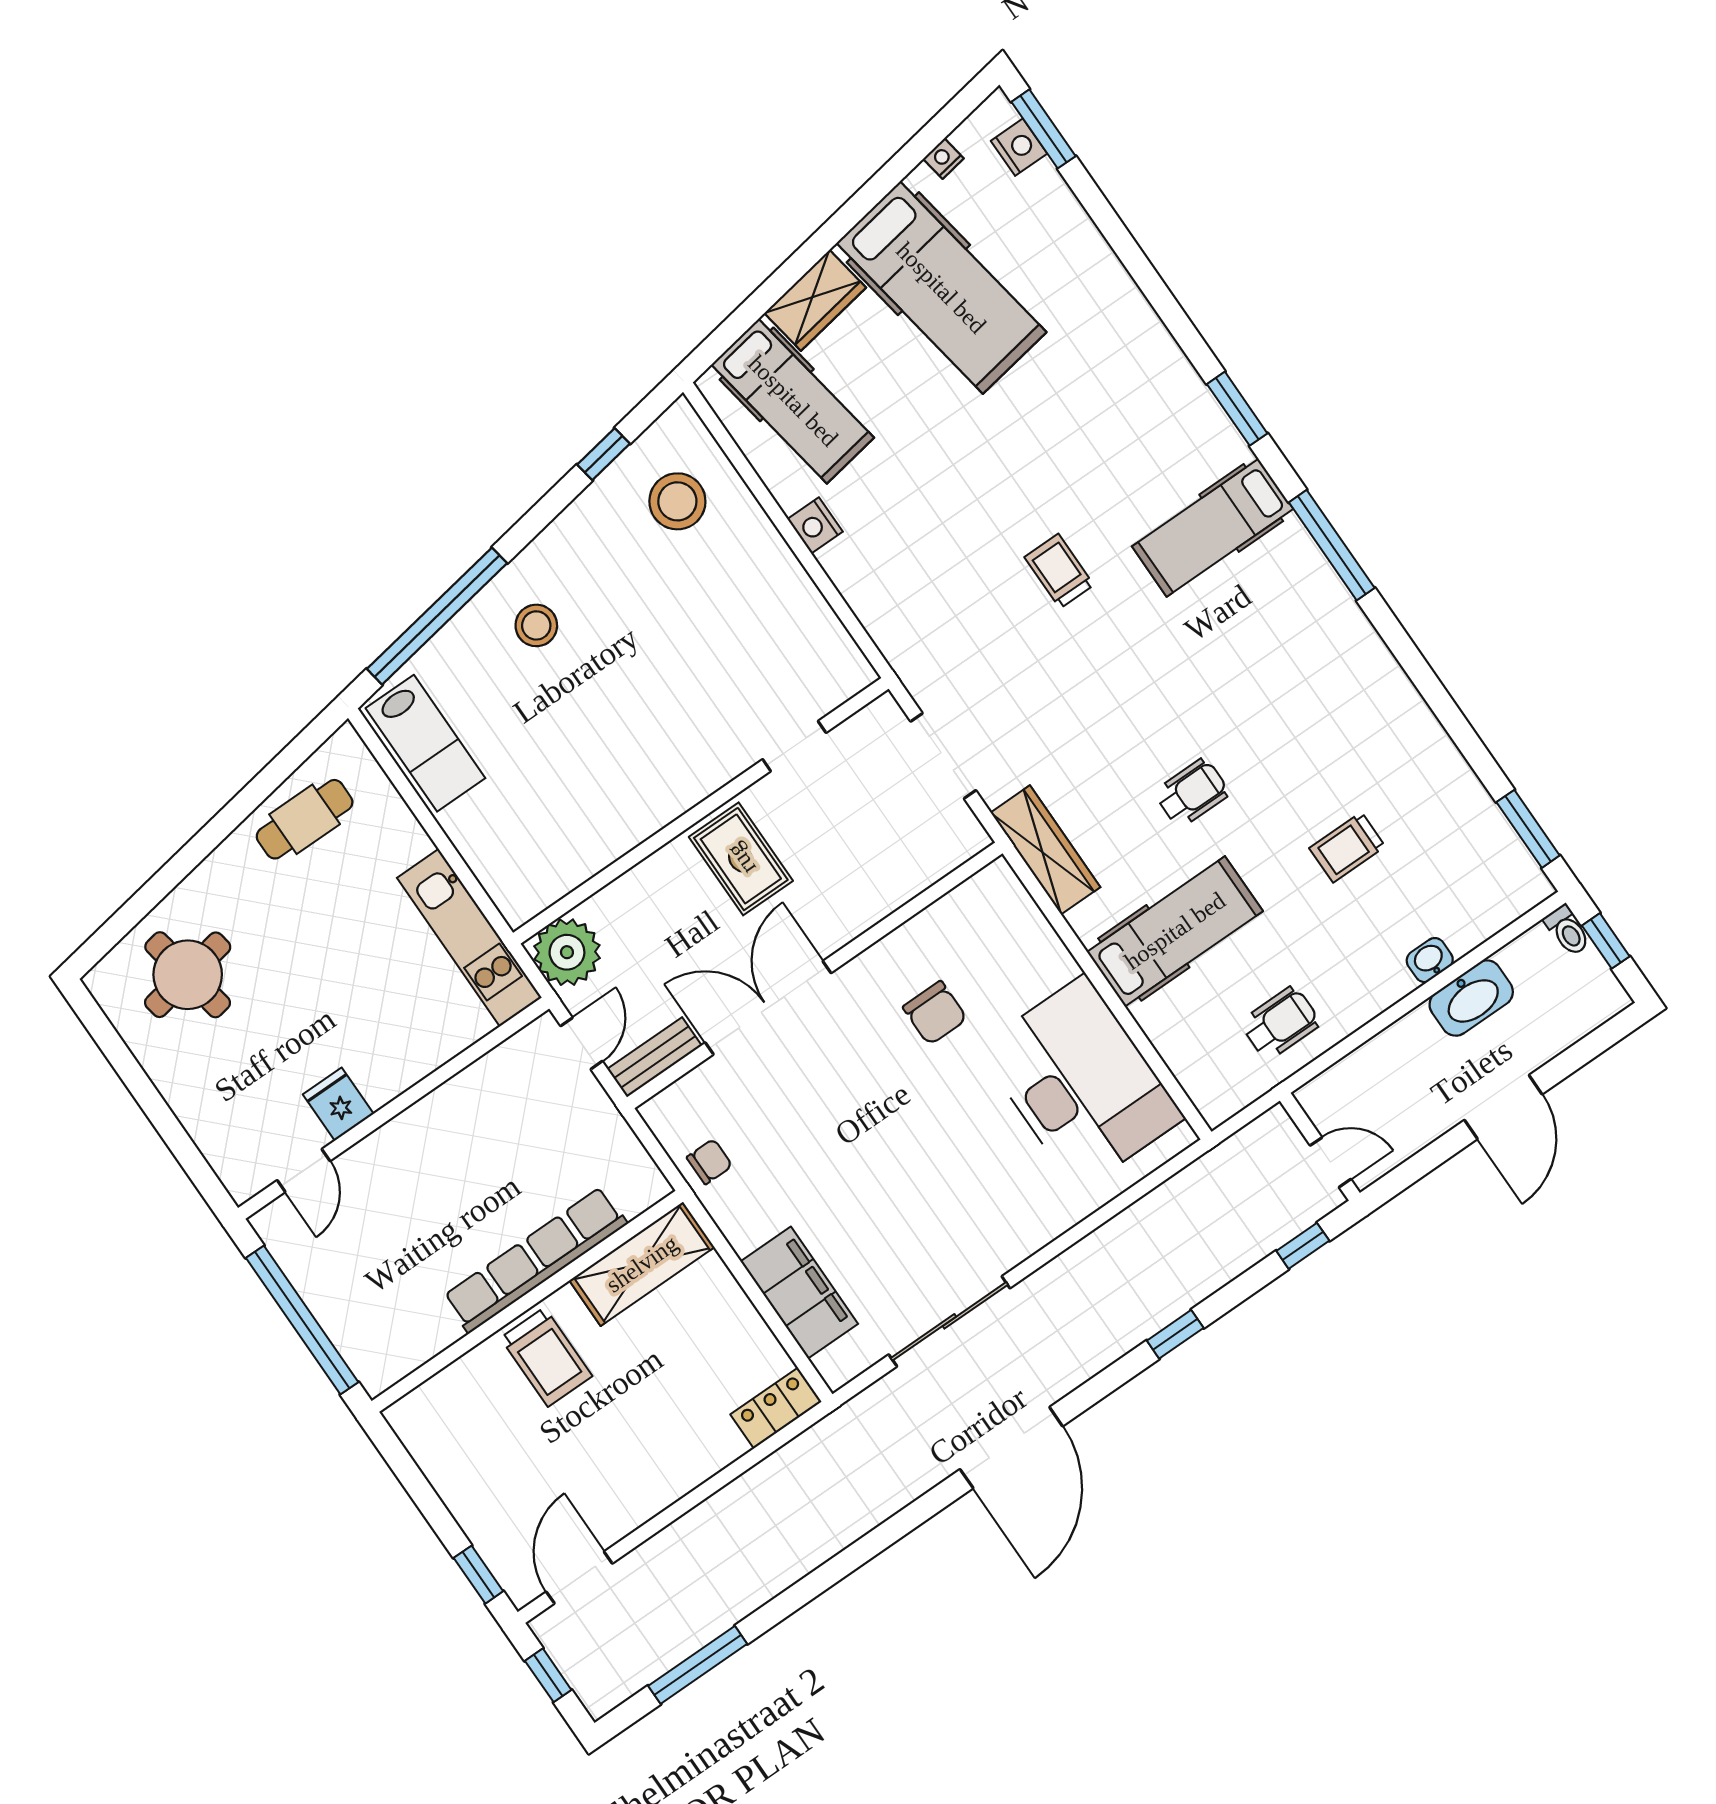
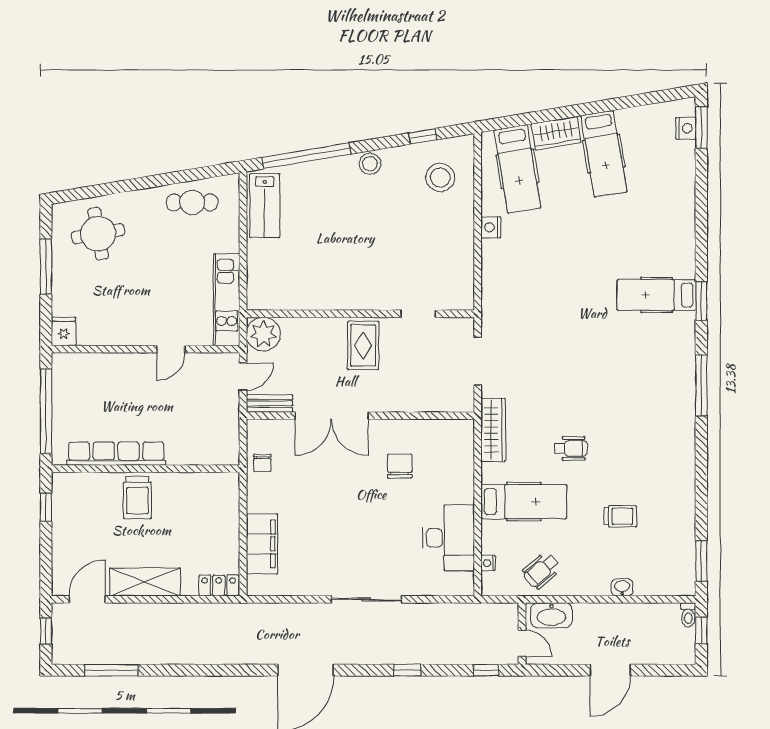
nightstand: (943, 159) -> (488, 563), moved, turned -81
hospital bed: (941, 288) -> (604, 154), width x0.73, depth x0.78
hospital bed: (1213, 528) -> (656, 295), moved
trolley: (1059, 571) -> (580, 317), removed
stool: (536, 625) -> (370, 164), moved
trolley: (1347, 847) -> (620, 516), turned 180
washbasin: (1471, 998) -> (551, 615), moved
double door: (768, 1008) -> (331, 416), swing flipped
chair: (935, 1013) -> (400, 466), turned 180
wheelchair: (1281, 1023) -> (541, 570), turned 139
desk: (1081, 1083) -> (448, 538), width x0.73, depth x0.77
window: (140, 1086) -> (46, 267), added
fridge: (338, 1104) -> (64, 331), moved
chair: (709, 1162) -> (262, 463), turned 90
door: (304, 1171) -> (171, 349), moved
row of seats: (535, 1260) -> (116, 454), moved
shelving: (642, 1264) -> (145, 582), moved
sliding door: (949, 1321) -> (366, 599), moved
window: (478, 1575) -> (46, 507), moved

